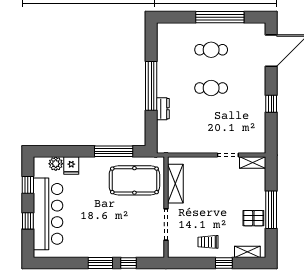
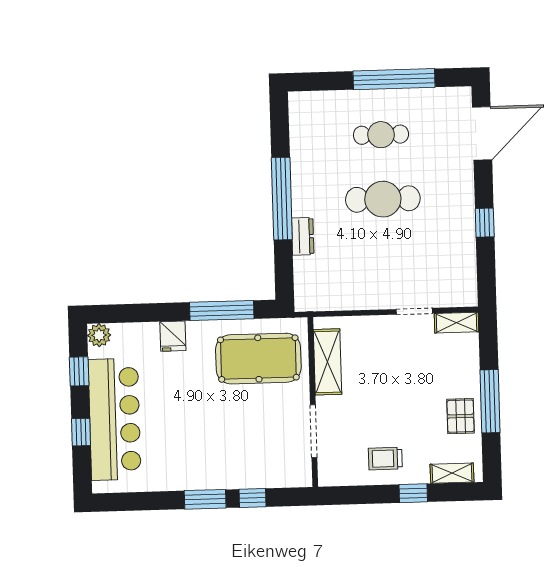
cafe table: (211, 88) -> (383, 199), width x1.37, depth x1.35
plant: (56, 164) -> (99, 335), moved
fridge: (71, 166) -> (173, 336), moved
pallet: (253, 218) -> (460, 416), turned 90

